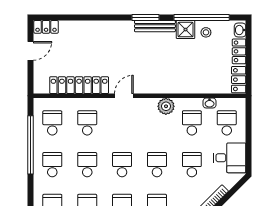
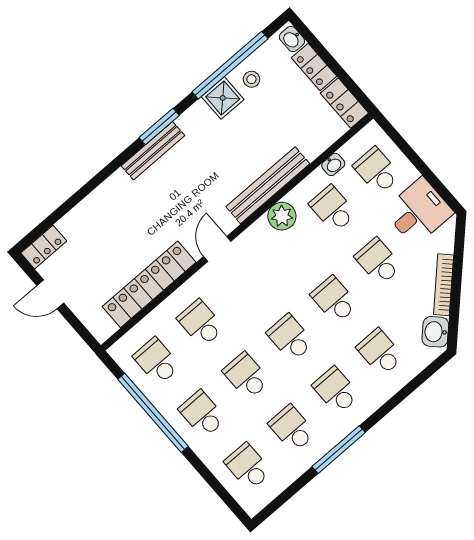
bench: (155, 26) -> (153, 151), moved
door: (30, 51) -> (50, 294), swing flipped
bench: (172, 87) -> (268, 185), added

